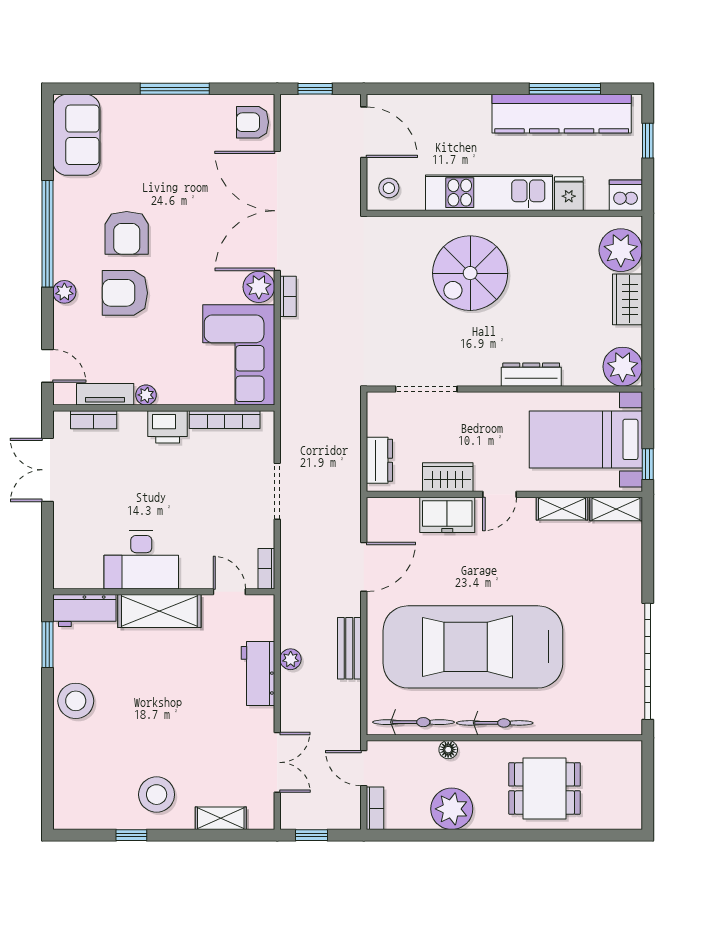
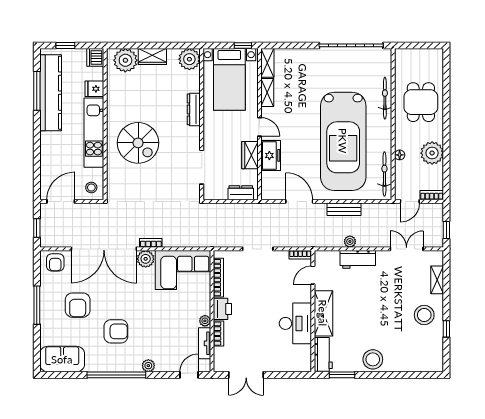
armchair: (125, 293) -> (78, 305), moved
bookcase: (94, 420) -> (219, 334), moved
bicycle: (495, 723) -> (385, 98), moved

